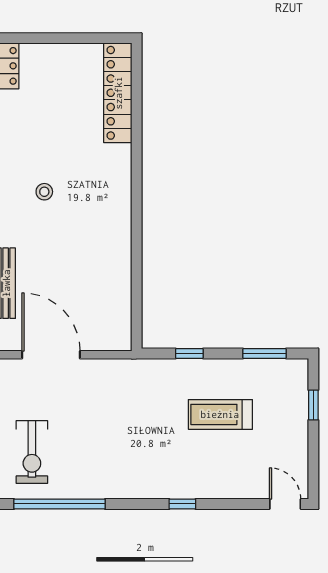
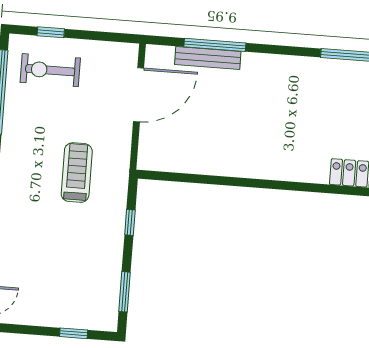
stool: (44, 192) -> (289, 100), removed
treadmill: (220, 414) -> (77, 173), moved

